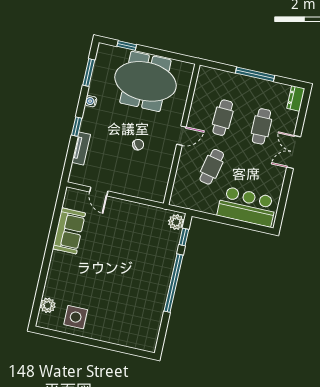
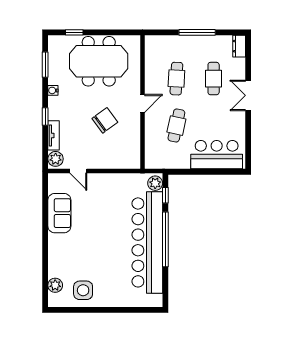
chair: (138, 145) -> (105, 120), width x1.87, depth x1.87
plant: (78, 173) -> (56, 159), added
bar counter: (154, 282) -> (147, 242), added

